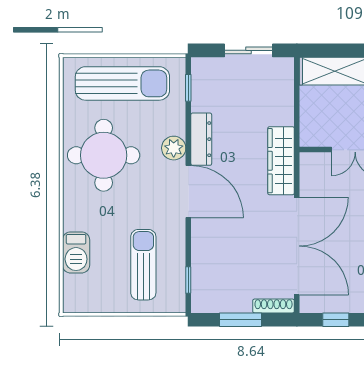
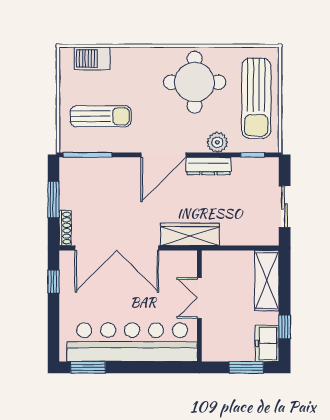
plant: (174, 148) -> (217, 142), moved
barbecue: (76, 252) -> (92, 59), moved
window: (188, 280) -> (88, 155), width x2.17

